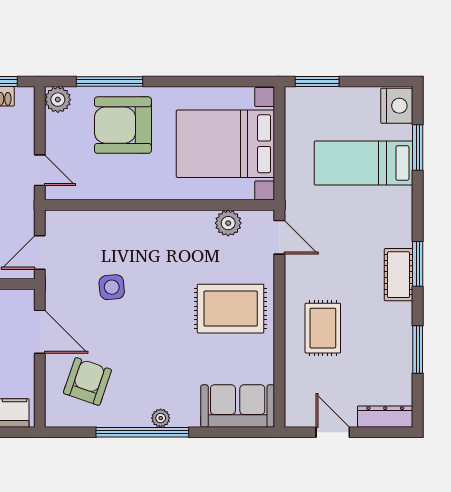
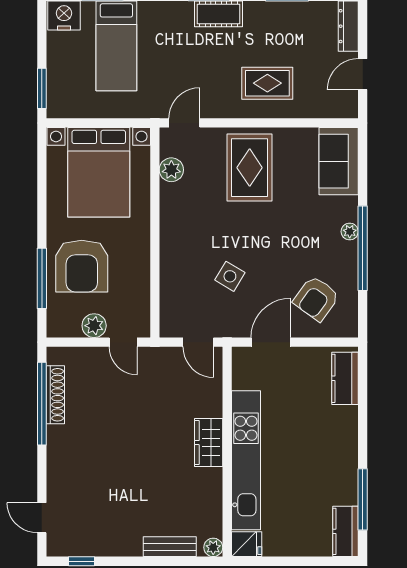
plant: (58, 100) -> (94, 326), moved
door: (40, 170) -> (123, 342), swing flipped
side table: (112, 287) -> (230, 276), turned 36
armchair: (87, 381) -> (316, 298), turned -73

